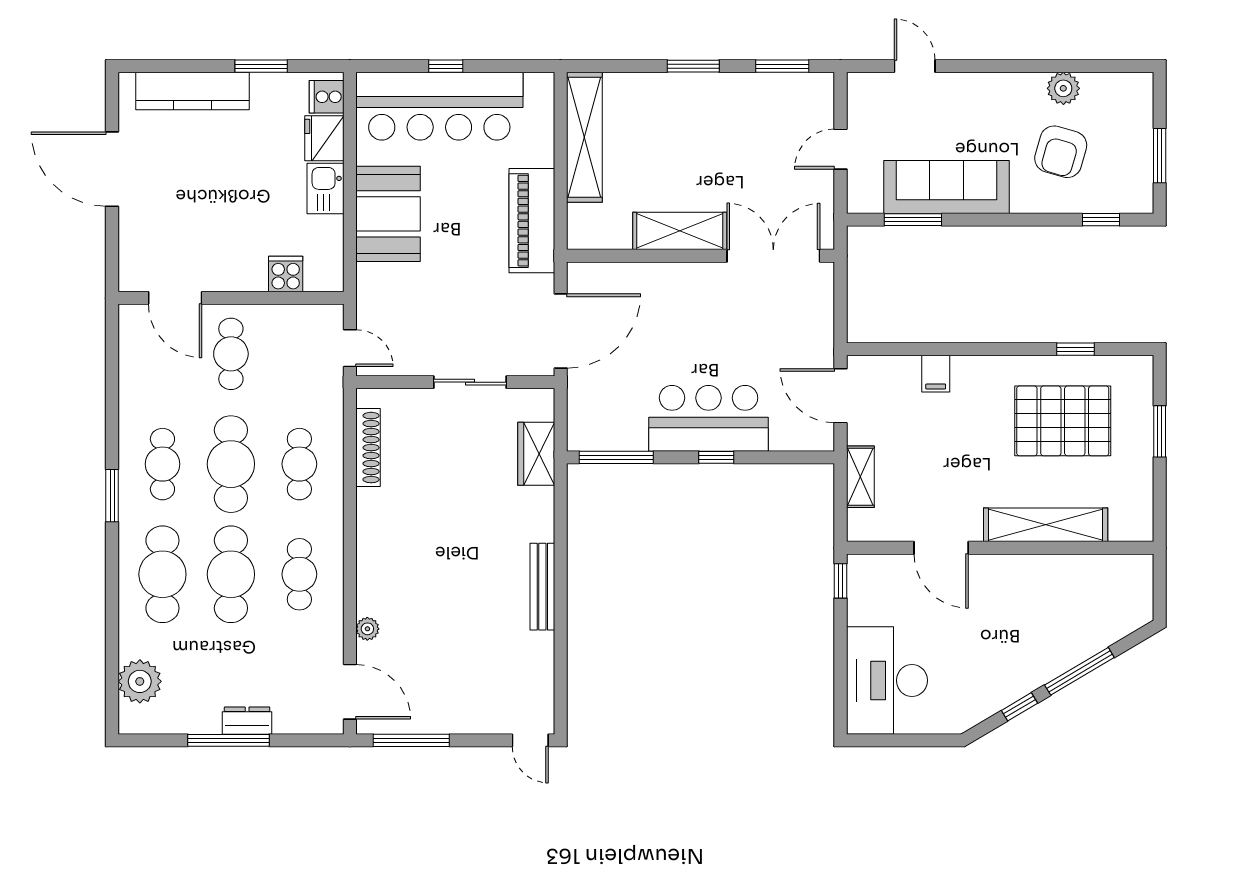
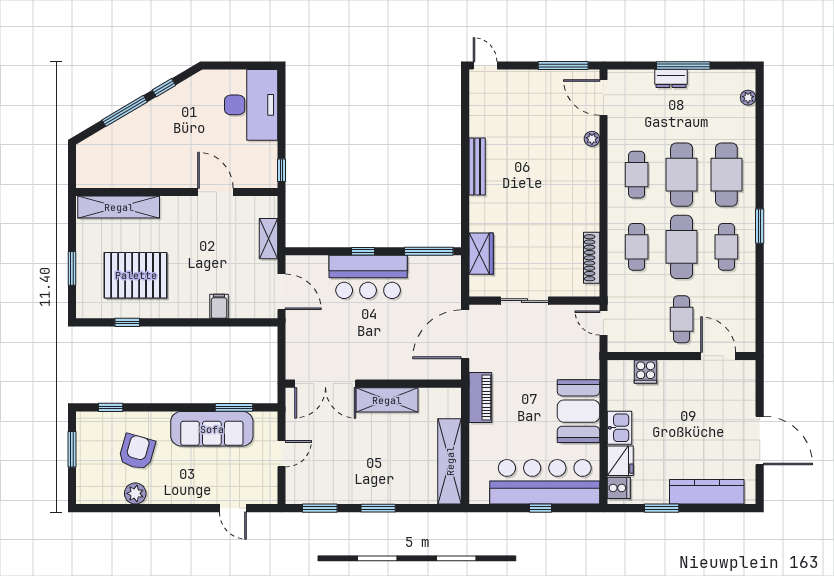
piano: (532, 221) -> (480, 397), width x0.73, depth x0.75
shelving: (1046, 525) -> (119, 207), moved
plant: (140, 681) -> (748, 98), width x0.53, depth x0.53

